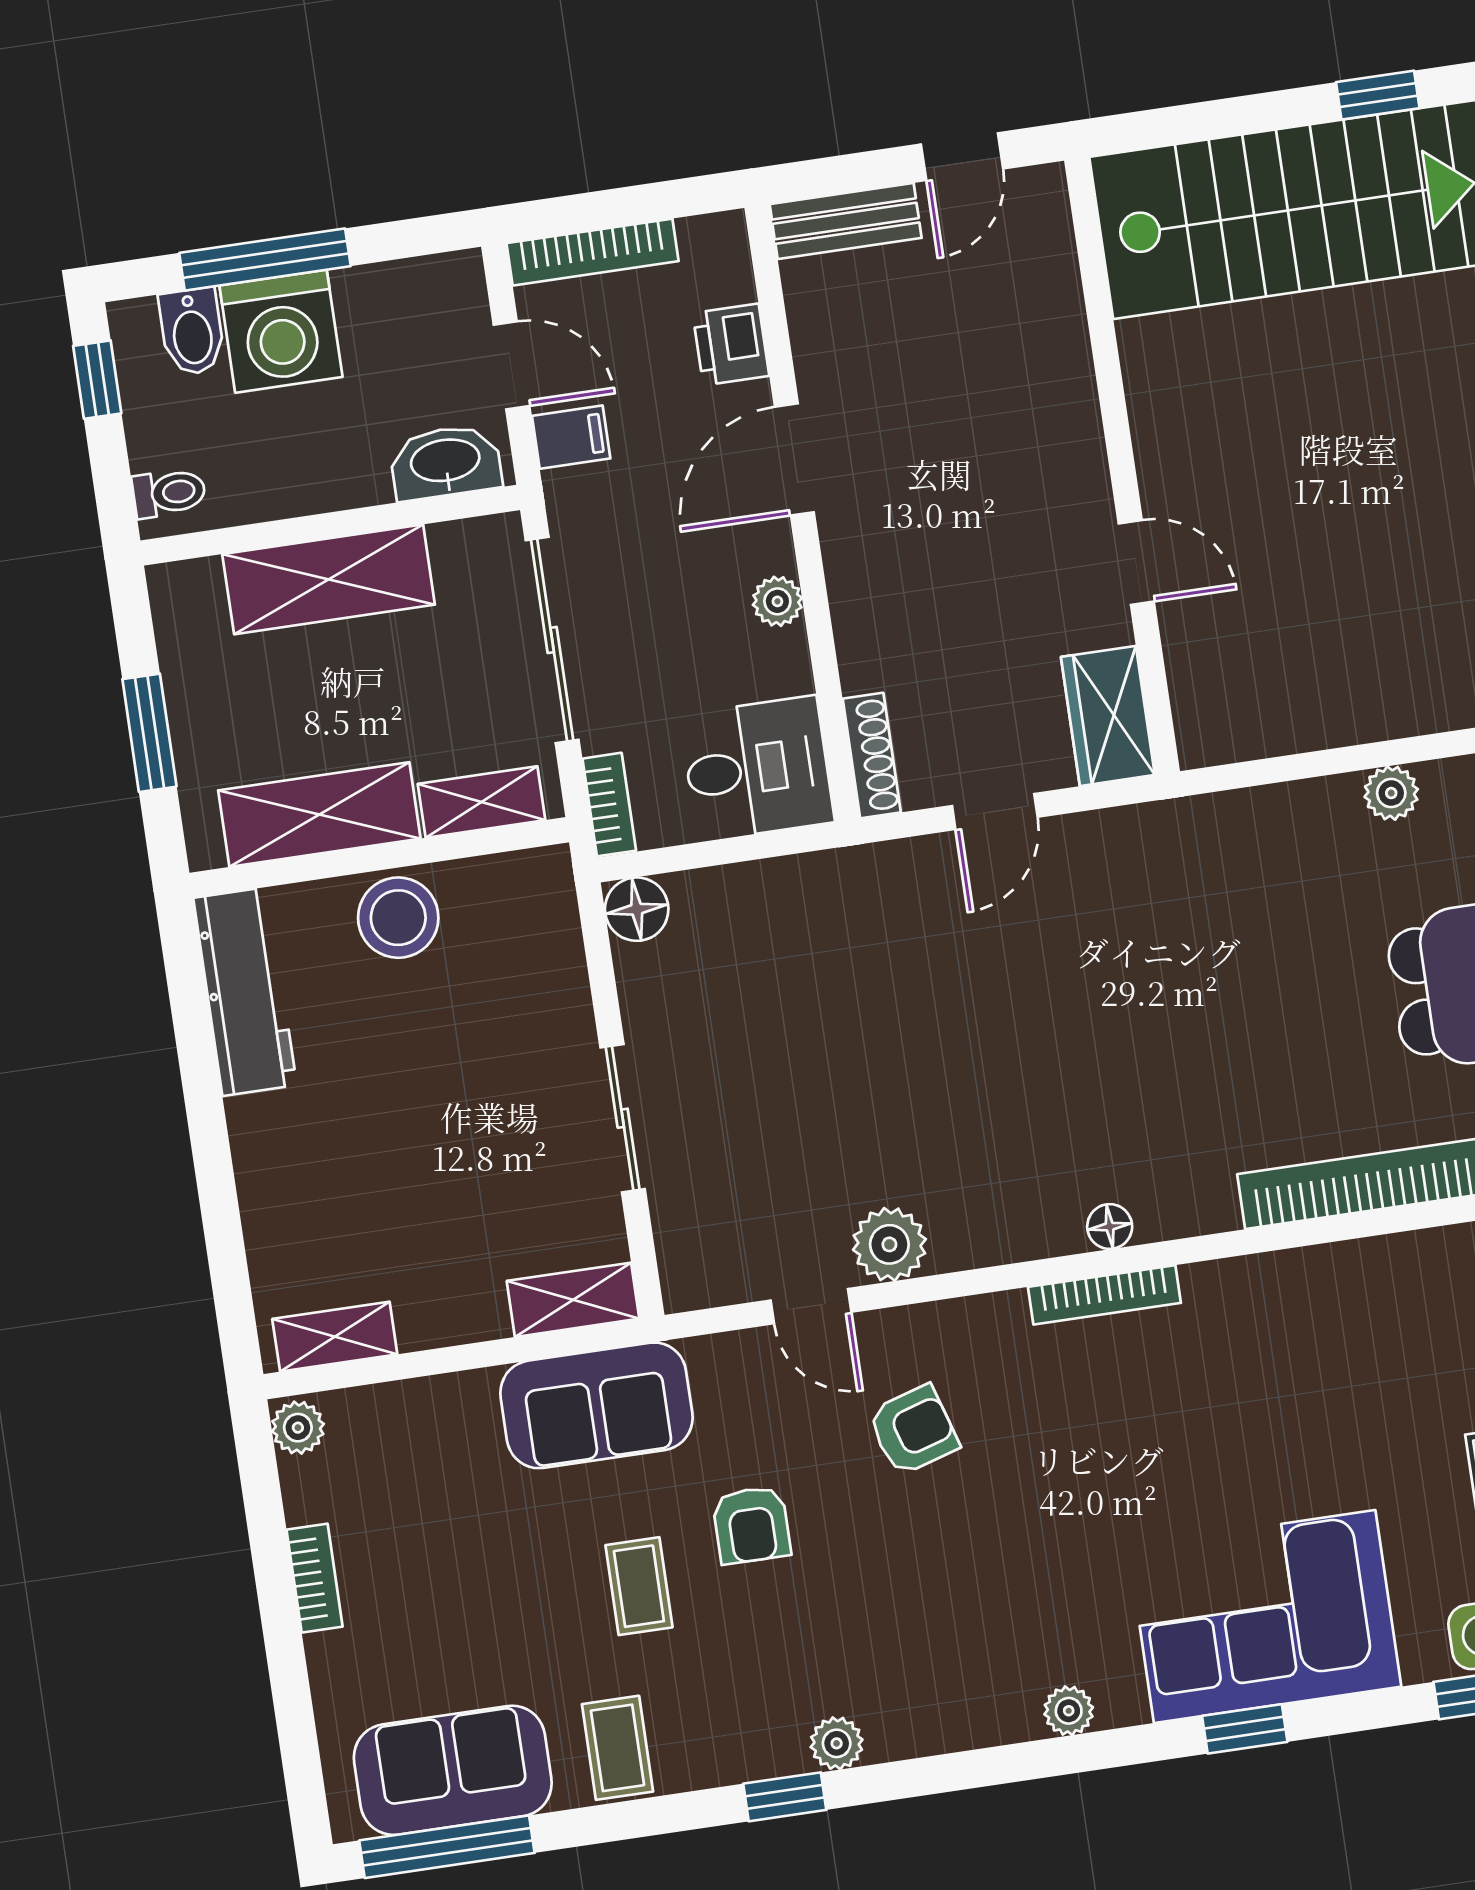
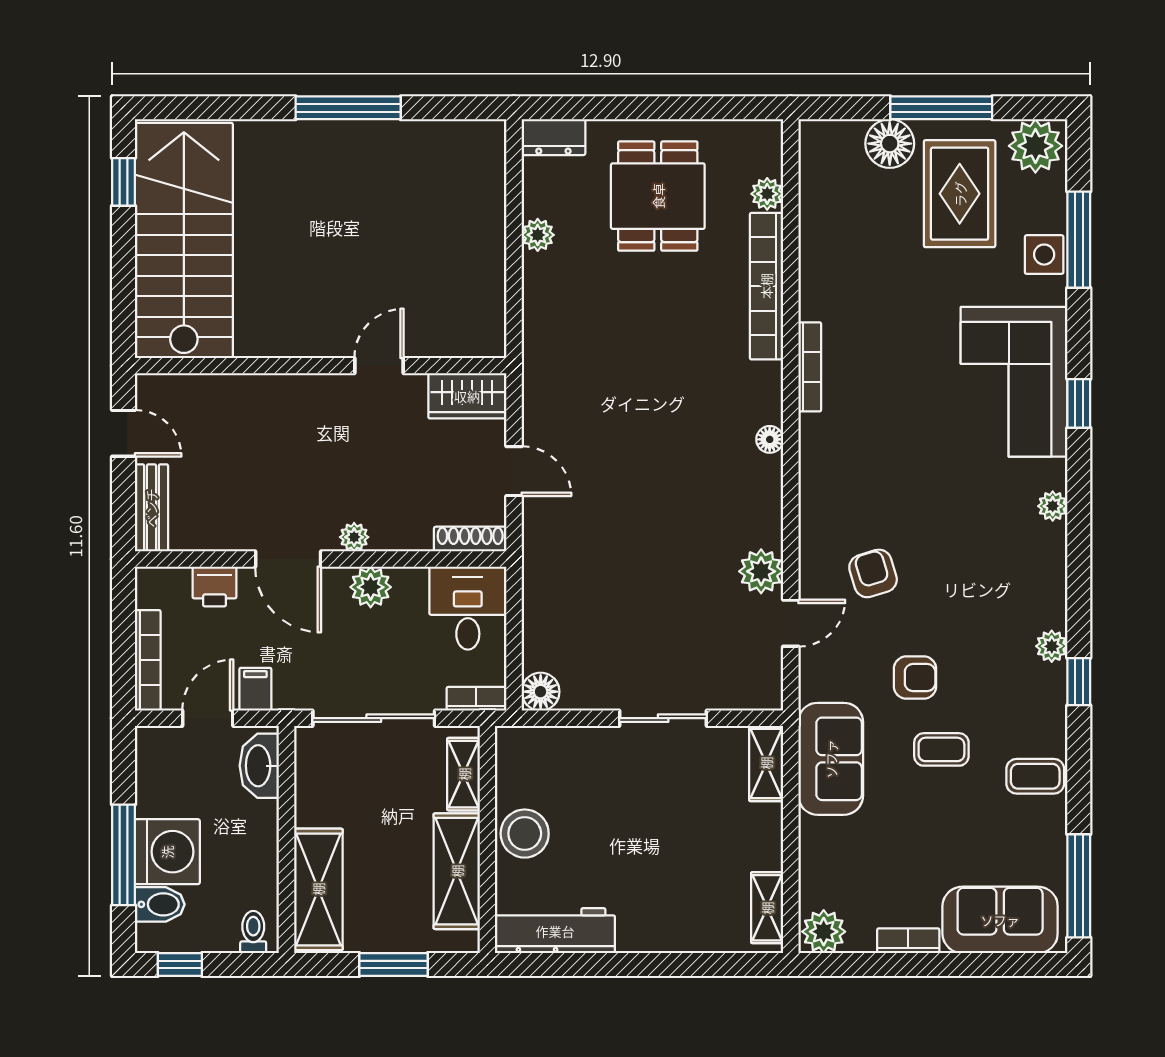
plant: (847, 563) -> (354, 537), added
shelving: (329, 579) -> (318, 889), moved
plant: (777, 601) -> (371, 587), width x1.38, depth x1.38
bookcase: (1104, 1295) -> (810, 367), moved
plant: (298, 1428) -> (824, 932), width x1.38, depth x1.38
sofa: (453, 1770) -> (1000, 920), moved, turned 90

